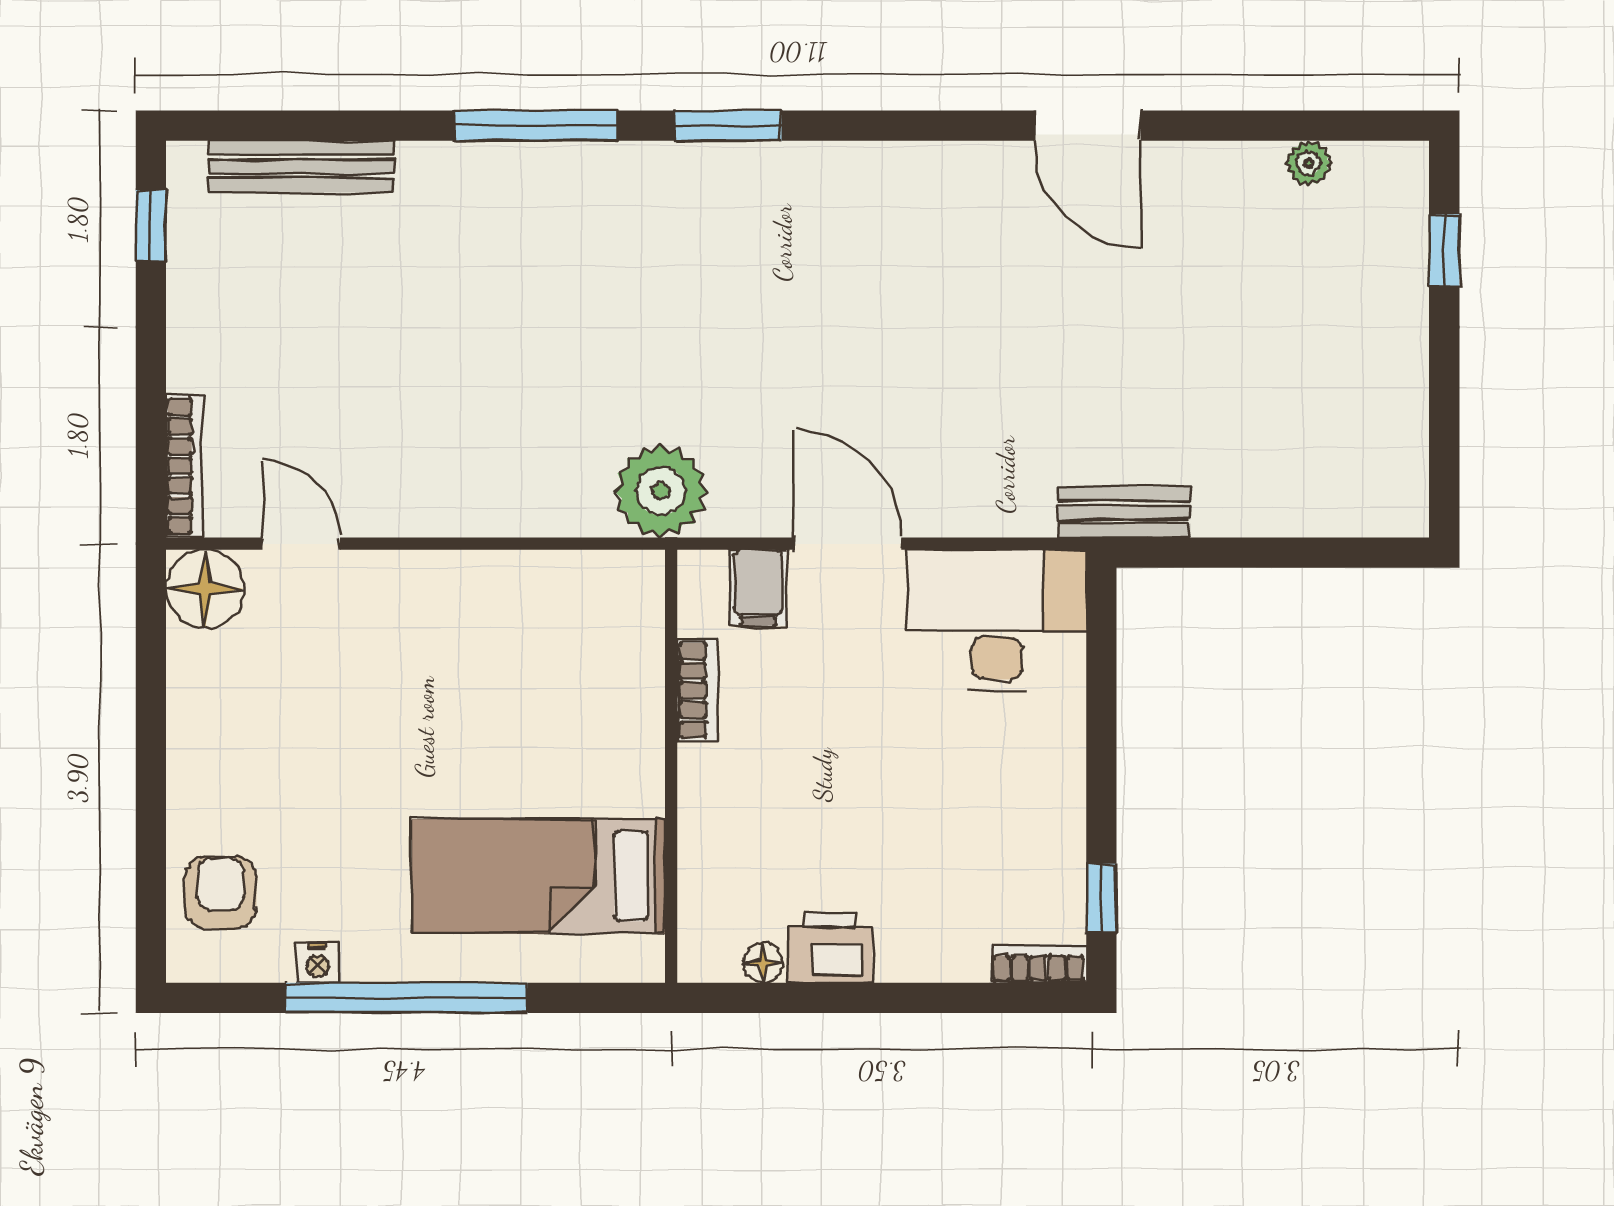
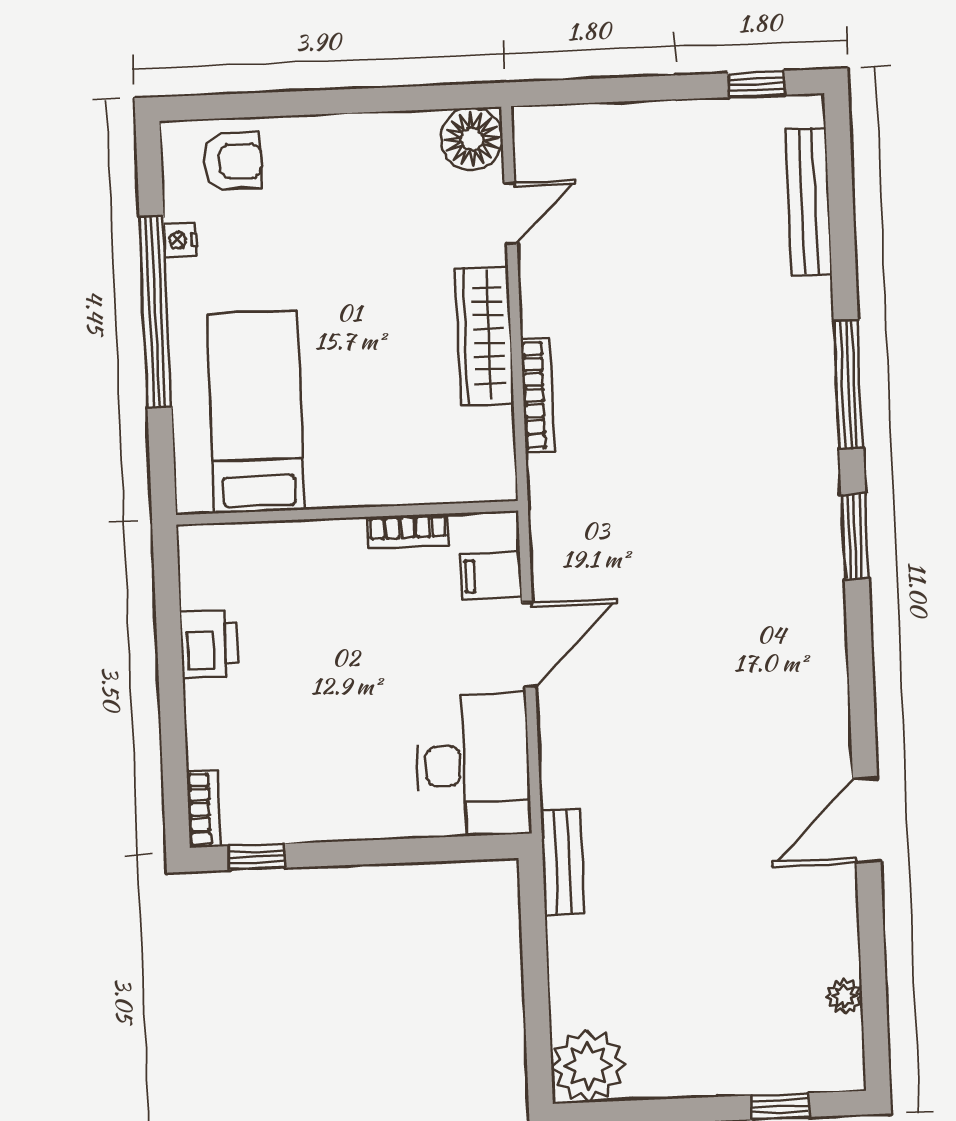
bookcase: (184, 466) -> (537, 395), moved, turned -90
plant: (661, 491) -> (588, 1065), moved
wardrobe: (455, 583) -> (484, 336), added
floor lamp: (763, 963) -> (195, 592), removed

